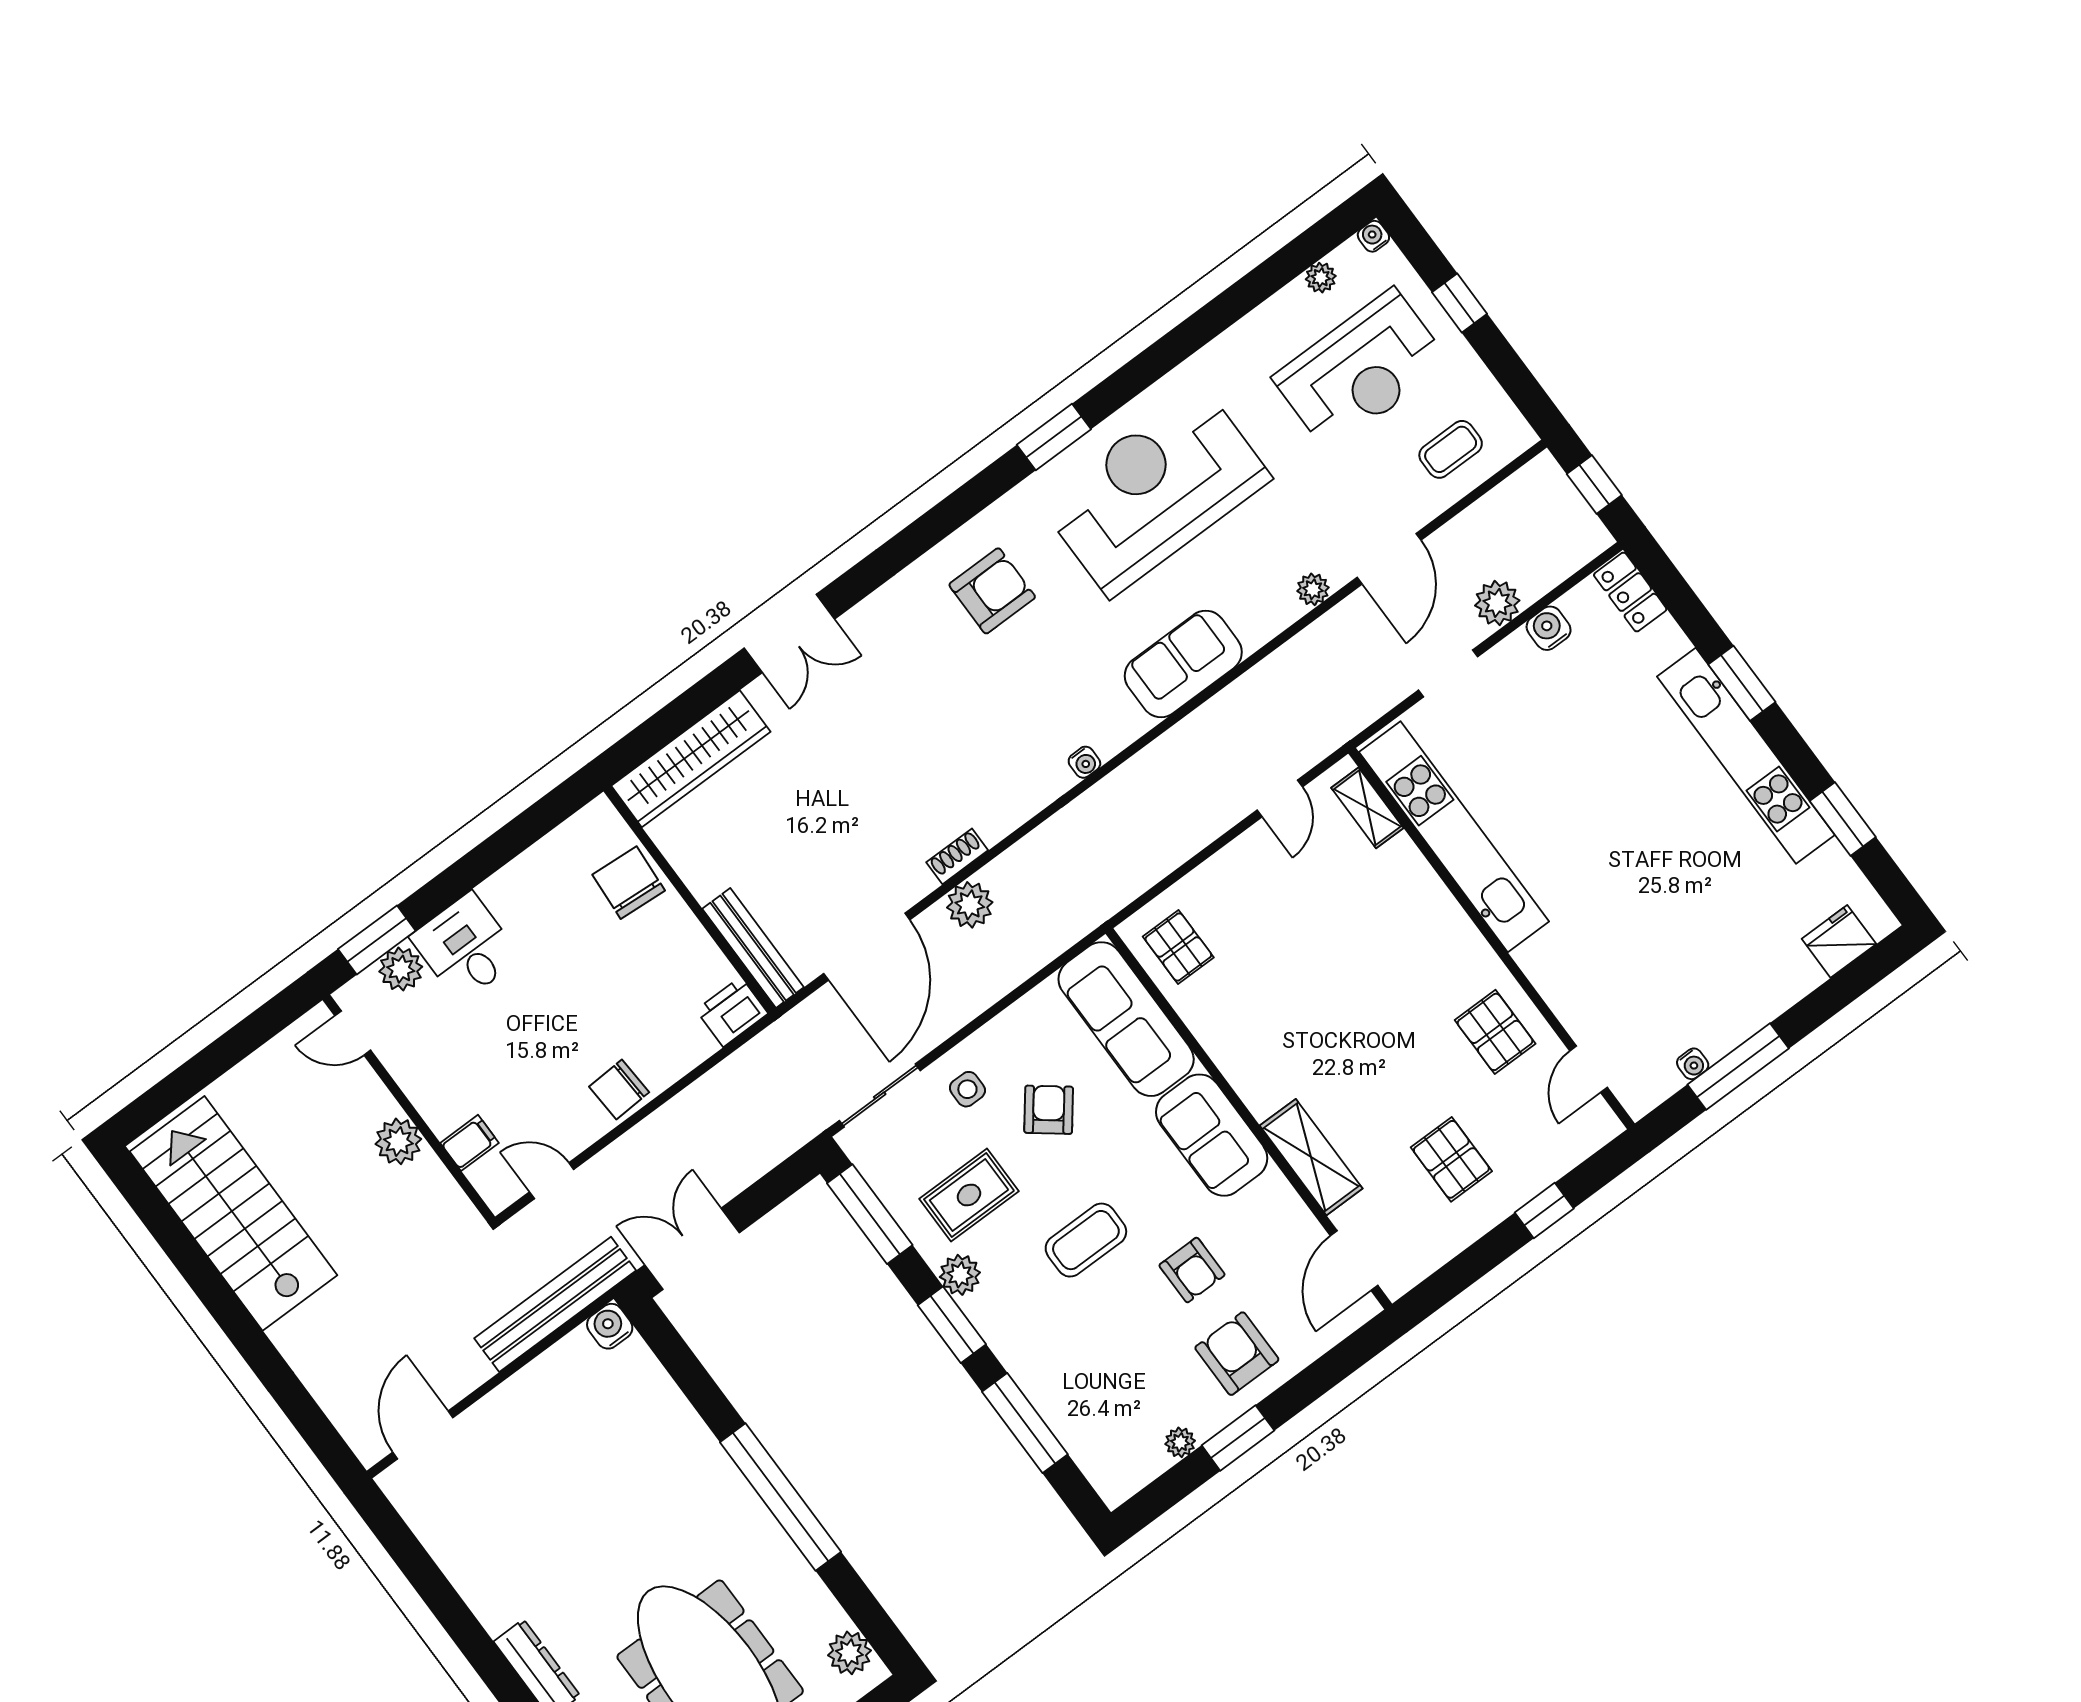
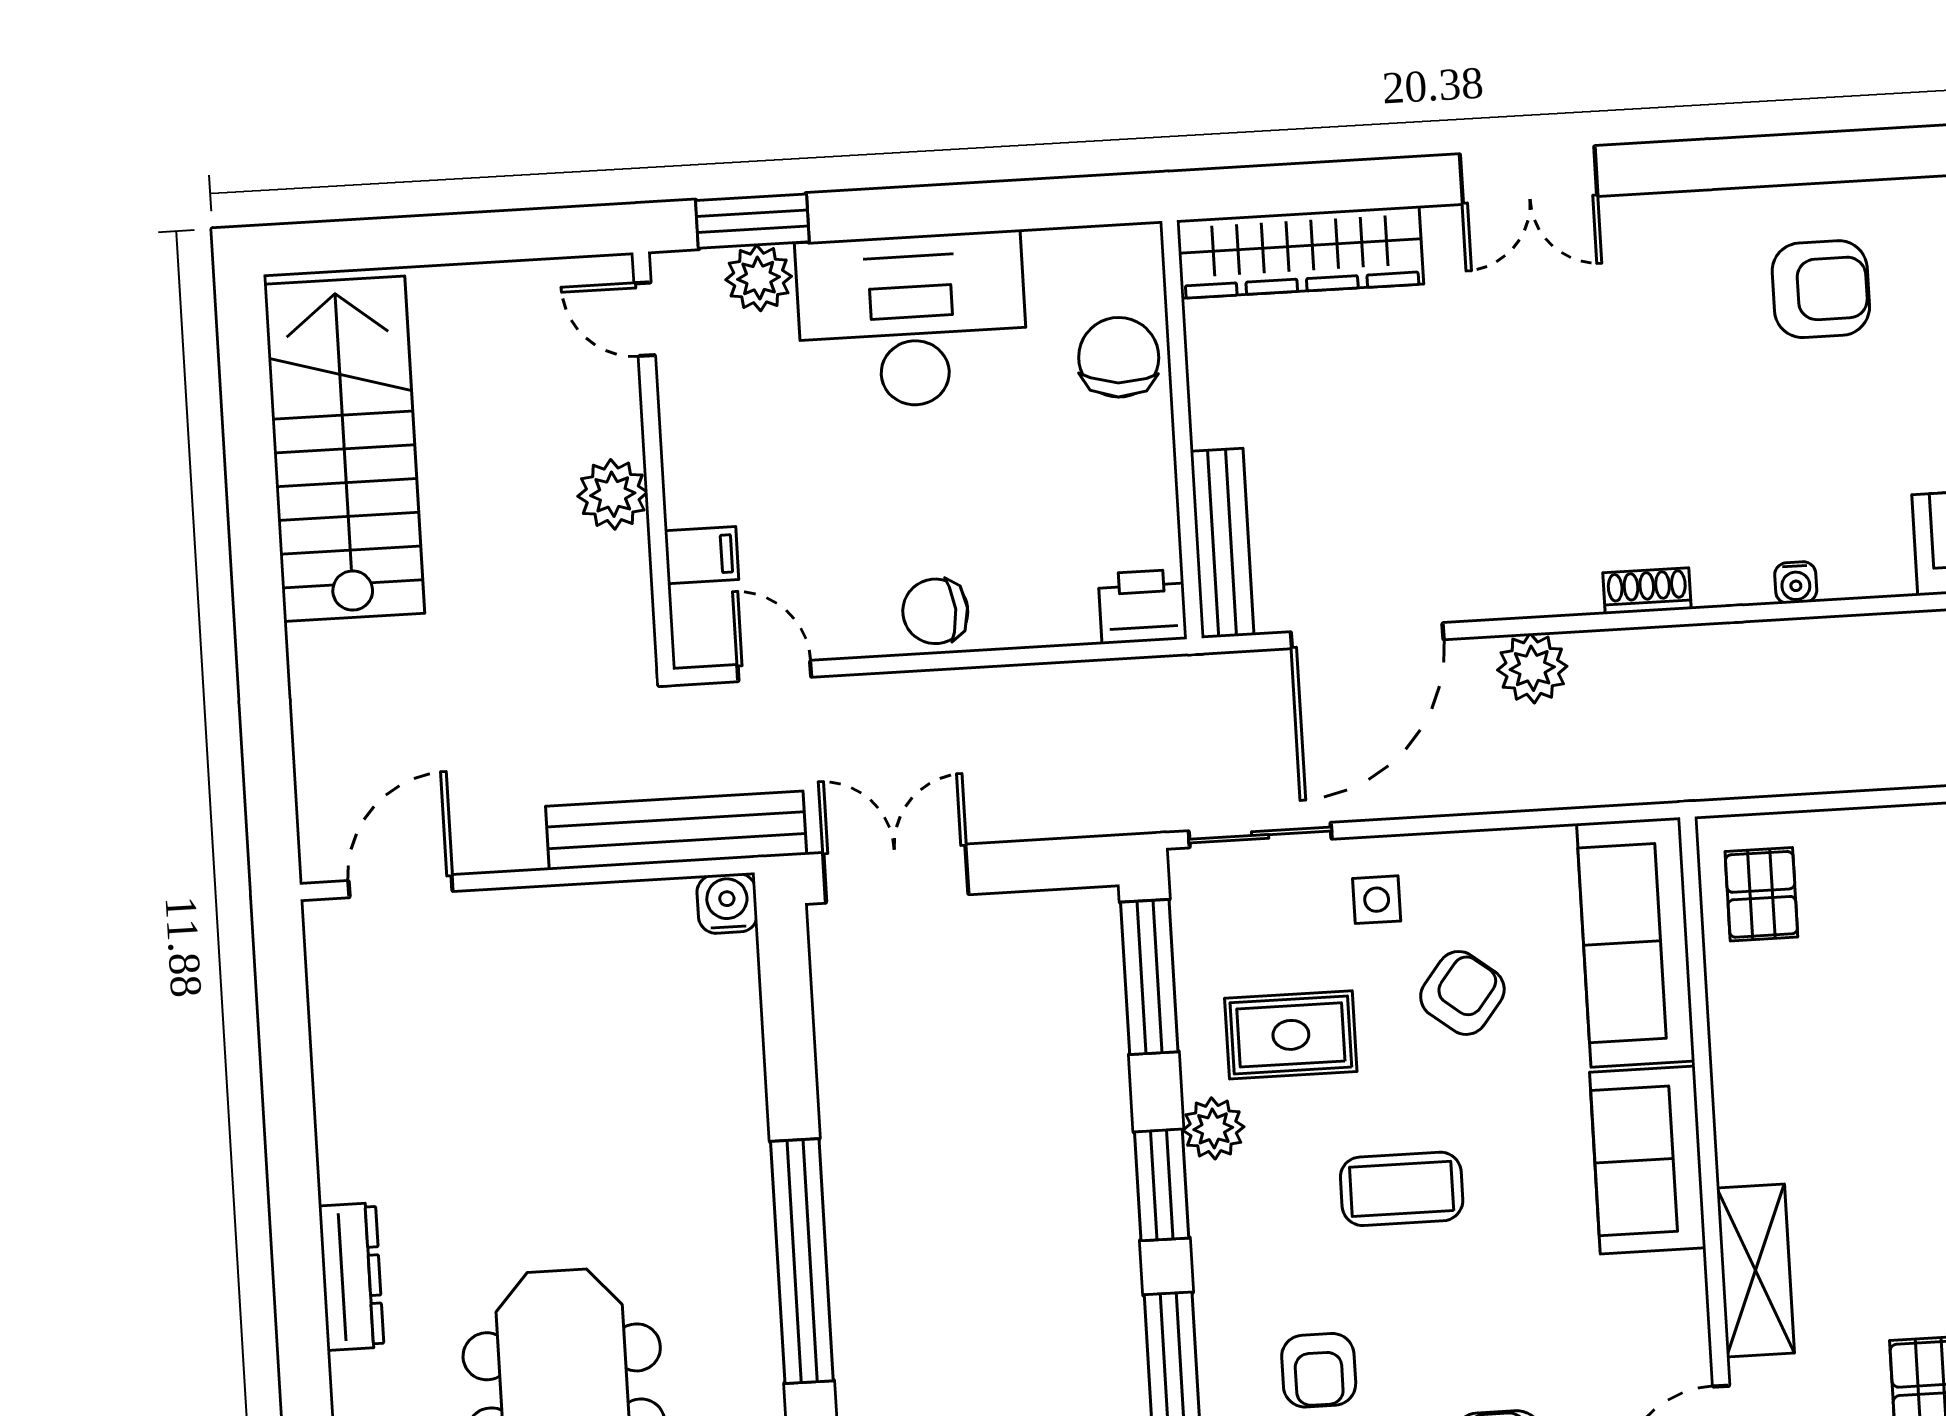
shoe rack: (957, 856) -> (1647, 591), moved
desk: (465, 947) -> (912, 320), width x1.87, depth x1.30
armchair: (1192, 1270) -> (1319, 1370), moved

